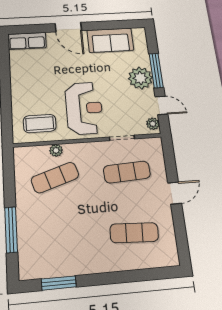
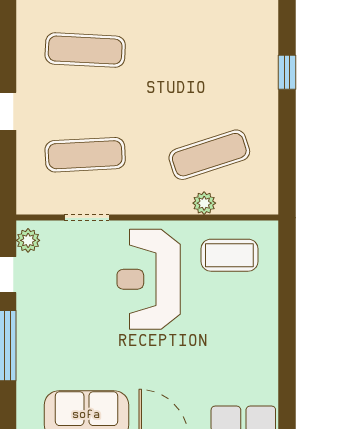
plant: (140, 78) -> (39, 332), removed
window: (11, 230) -> (287, 72), width x0.46

